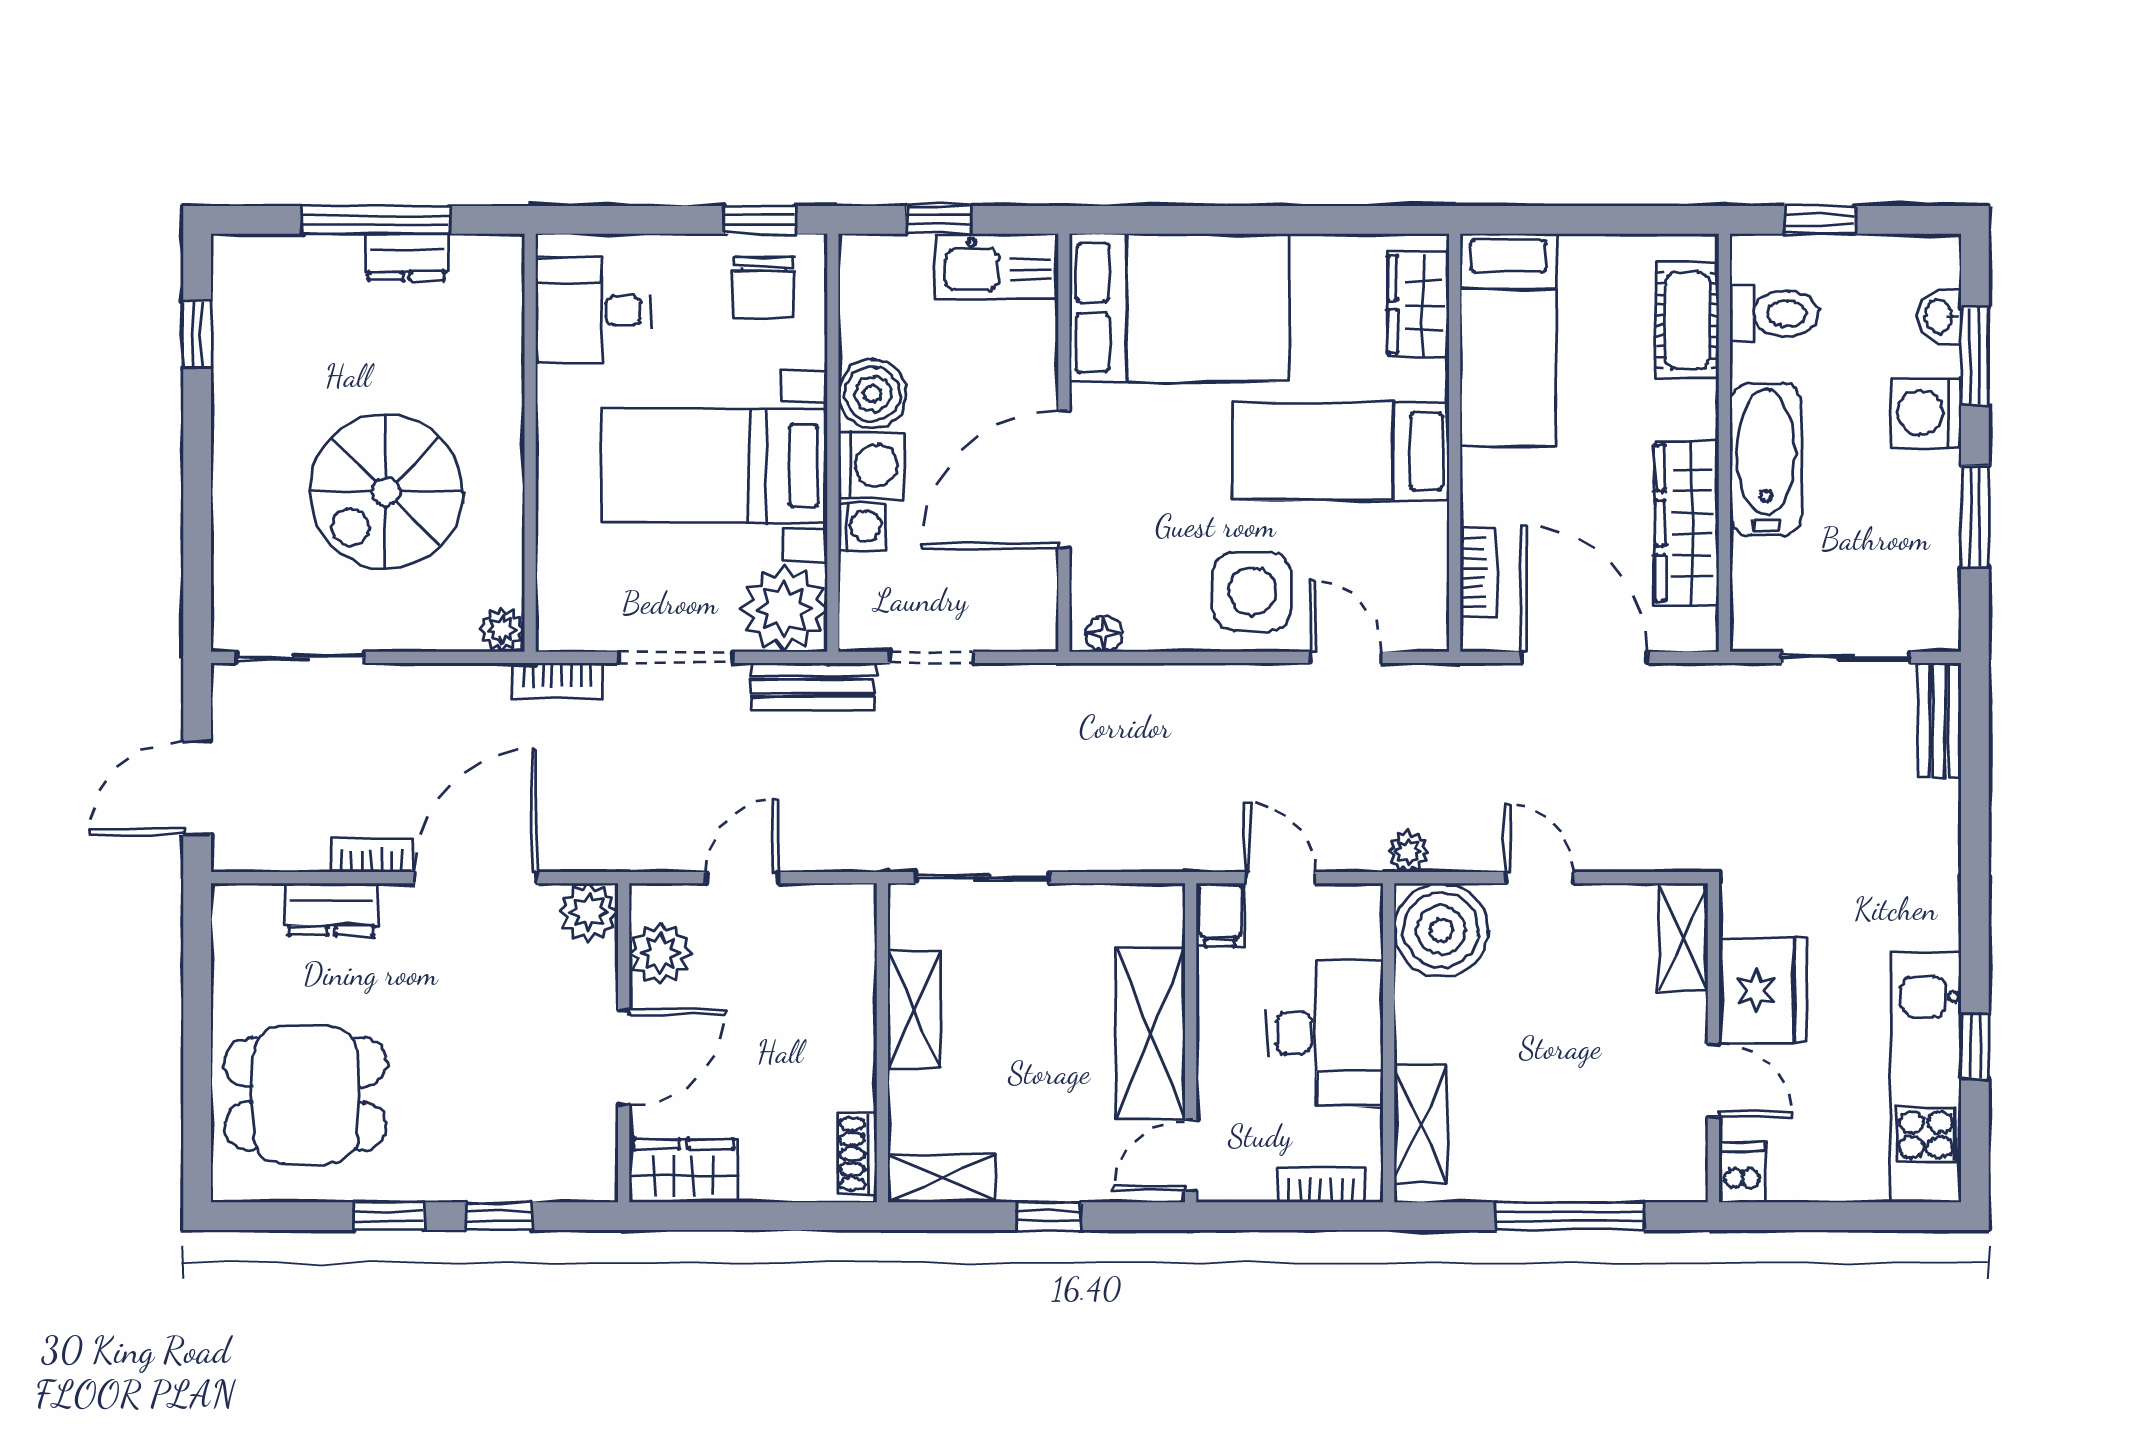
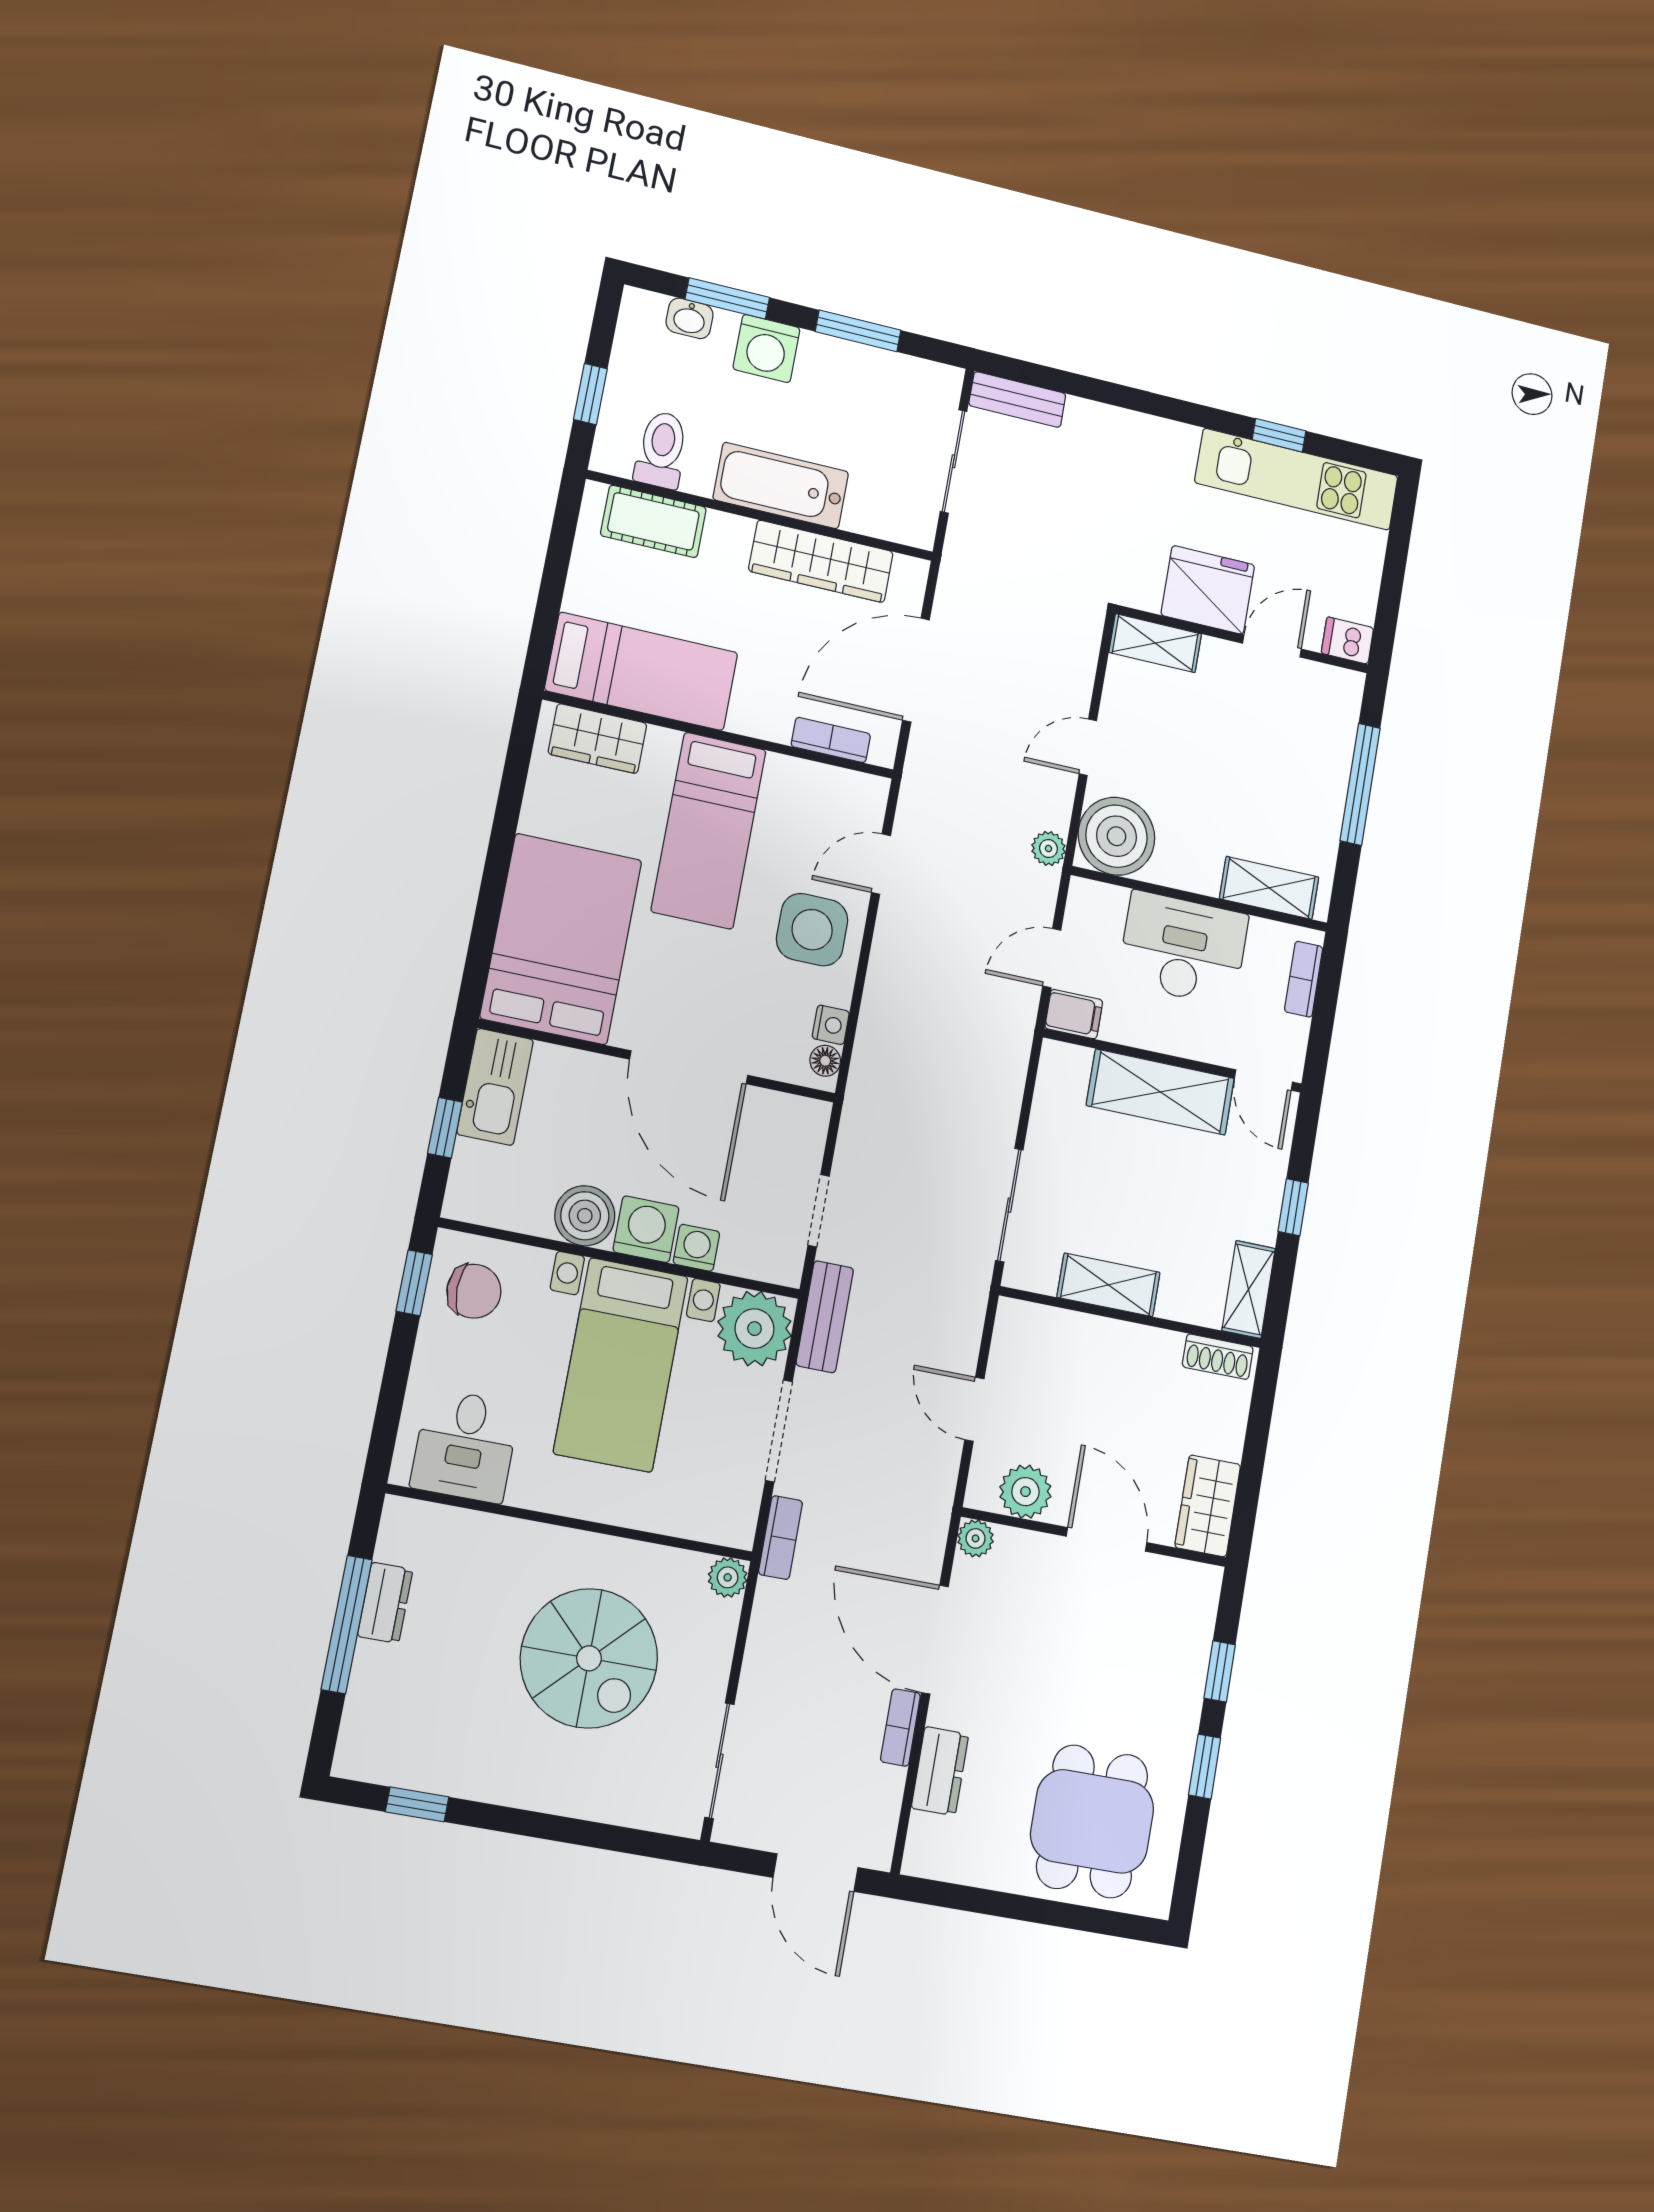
nightstand: (1147, 633) -> (831, 1025), added
plant: (589, 912) -> (975, 1538), width x0.73, depth x0.73

